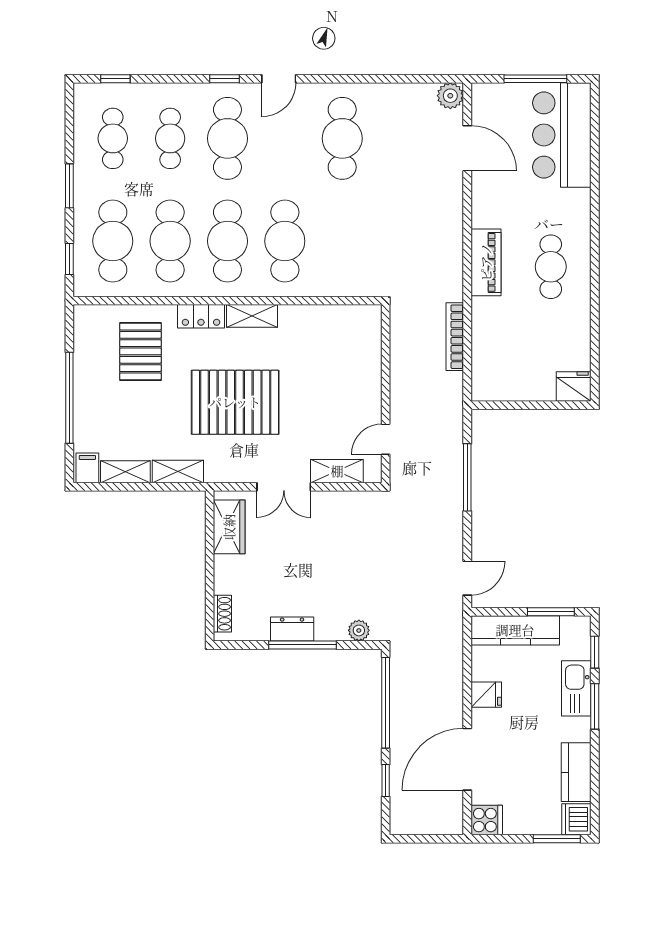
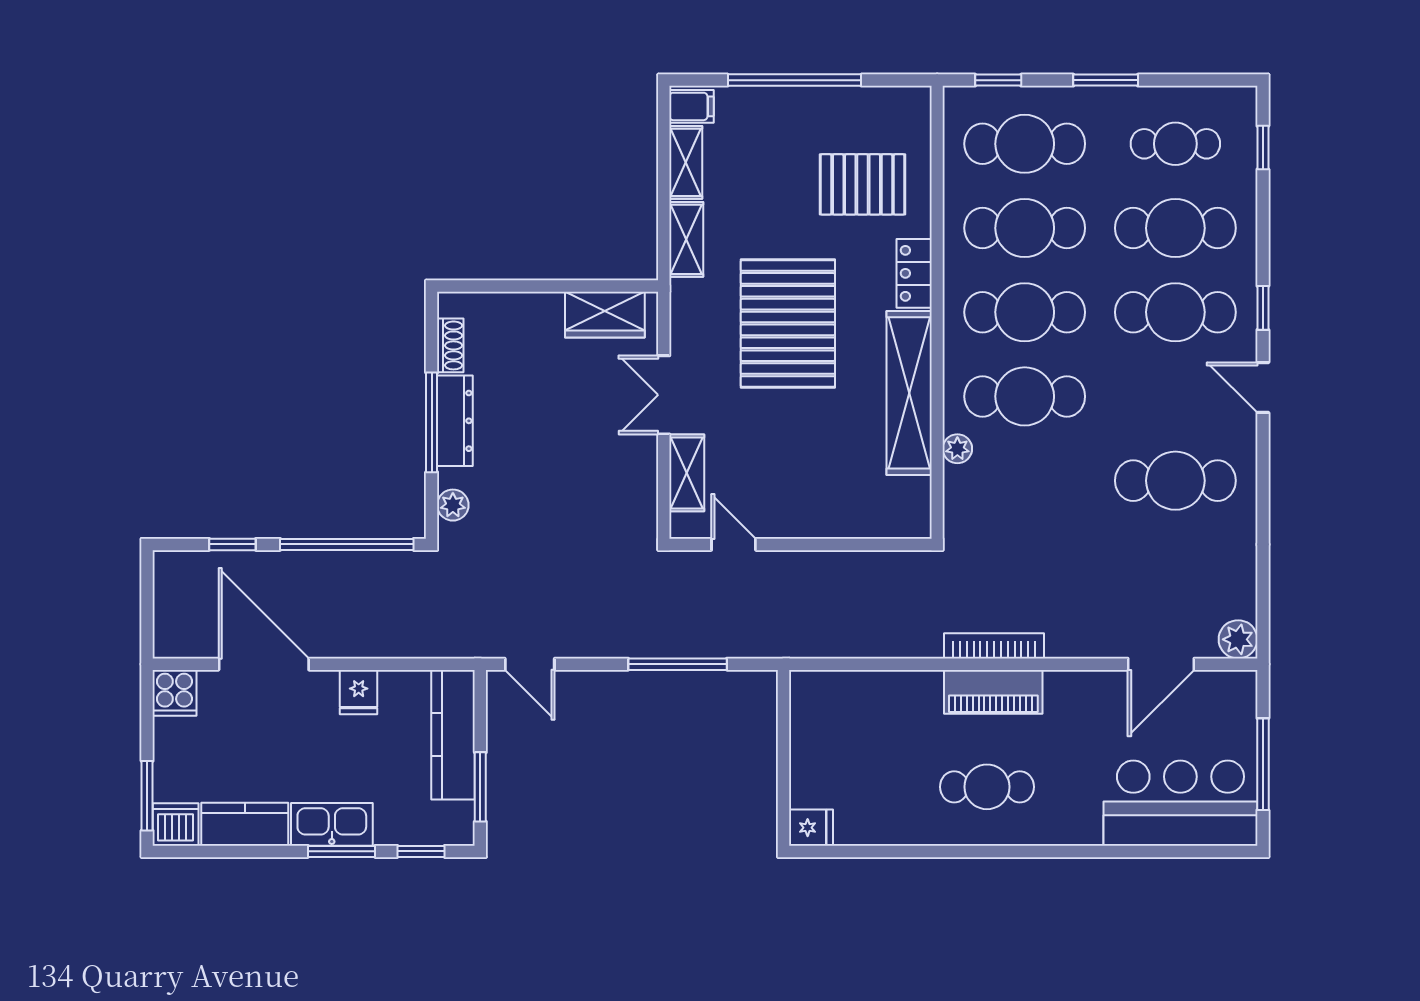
cafe table: (170, 138) -> (1175, 228), width x1.37, depth x1.35
plant: (320, 287) -> (957, 449), added
shelving: (252, 316) -> (909, 393), width x2.20, depth x1.33
bookcase: (455, 337) -> (994, 646), moved
fridge: (574, 387) -> (811, 828), width x0.72
shoe rack: (222, 614) -> (450, 345), moved, turned -90
dresser: (292, 629) -> (455, 421), width x1.44
kitchen sink: (576, 688) -> (332, 824), moved

